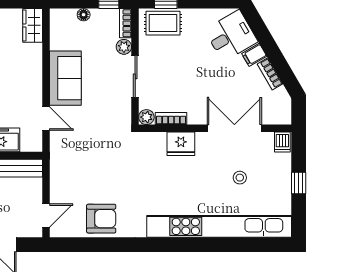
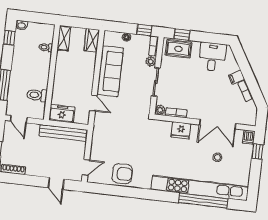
desk: (231, 36) -> (212, 57), moved, turned -60
sofa: (65, 78) -> (110, 71), width x1.36
double door: (234, 128) -> (218, 124), swing flipped
window: (299, 183) -> (258, 151), moved
window: (226, 245) -> (203, 201), added

